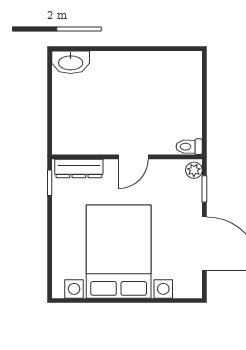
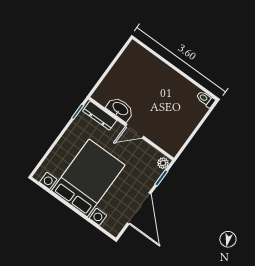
washbasin: (71, 62) -> (120, 109), moved, turned 180
toilet: (189, 147) -> (206, 99), moved

